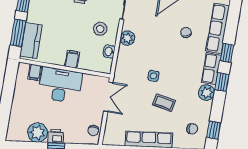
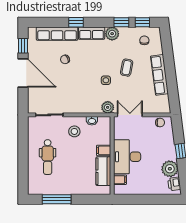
window: (18, 33) -> (90, 199), removed
plant: (127, 38) -> (108, 107), moved
kitchen counter: (31, 41) -> (103, 171), moved, turned -90
window: (222, 82) -> (121, 22), moved
printer: (56, 136) -> (174, 184), moved

